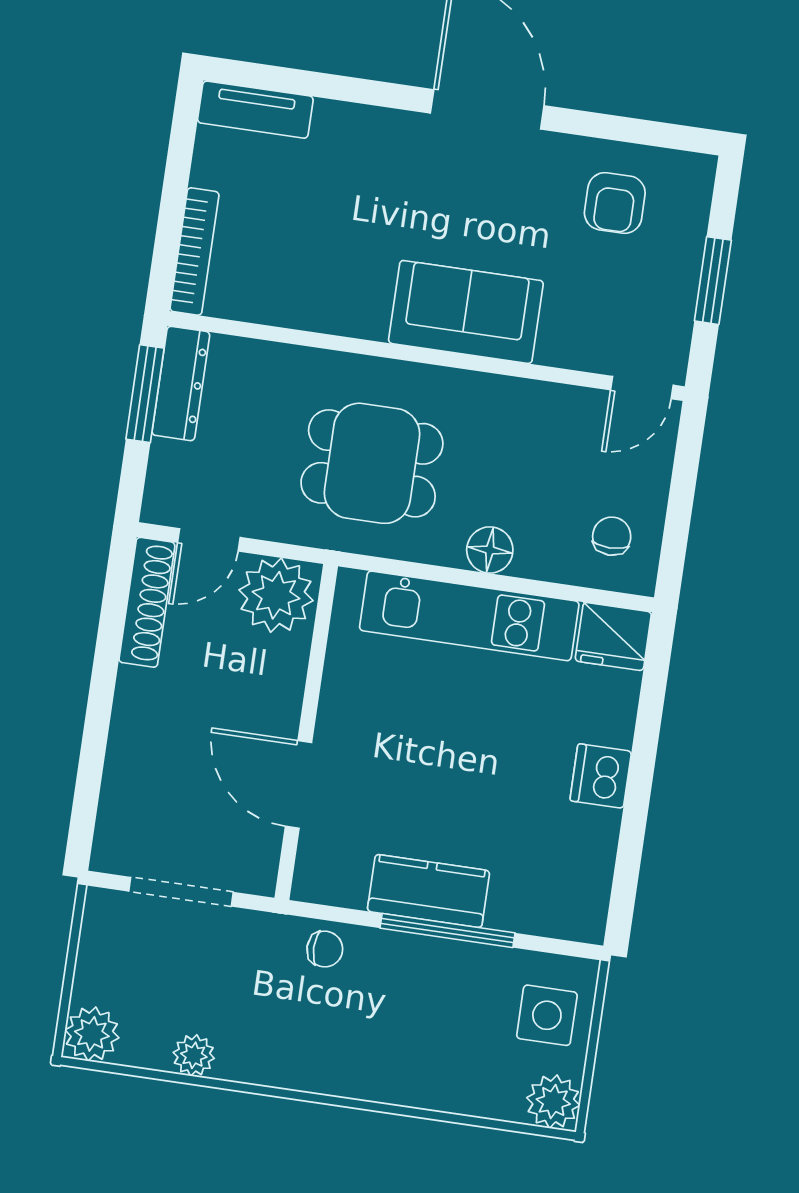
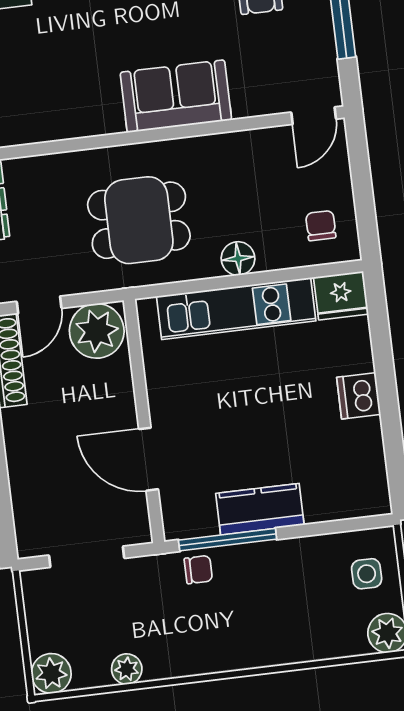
window: (447, 931) -> (228, 540), moved
side table: (547, 1015) -> (367, 574), width x0.73, depth x0.73

